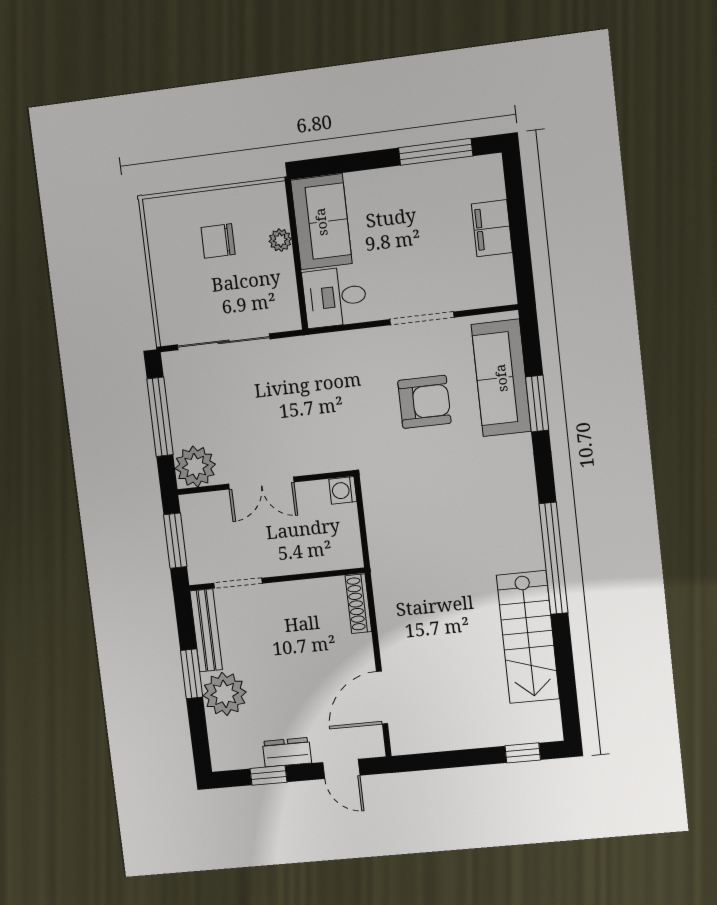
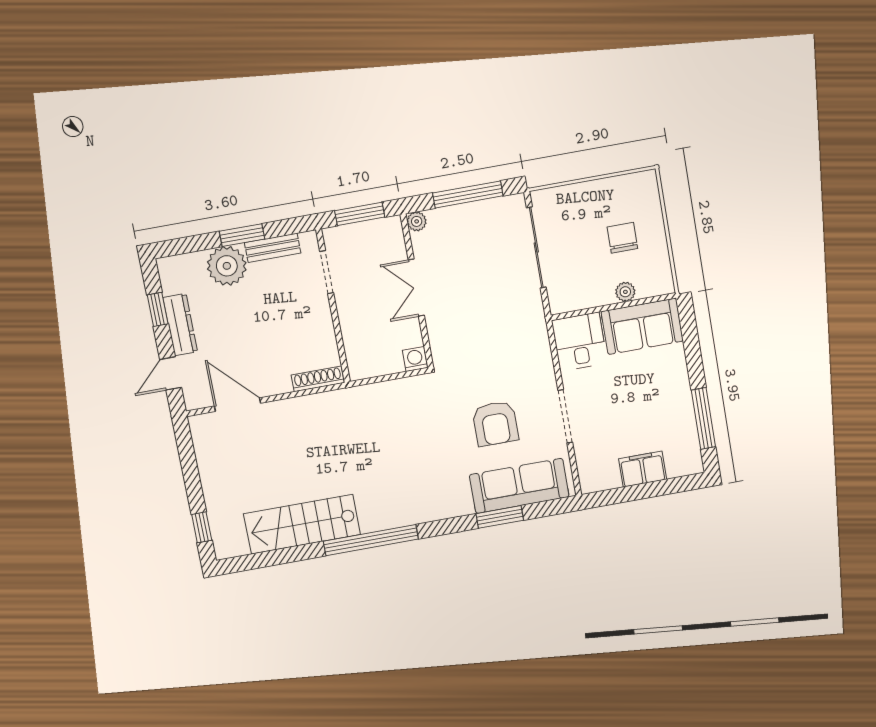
plant: (195, 466) -> (417, 221), width x0.53, depth x0.53
bench: (206, 630) -> (273, 248), width x0.73
dresser: (287, 752) -> (180, 325), width x1.44

